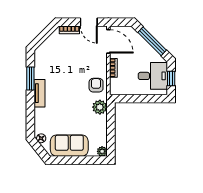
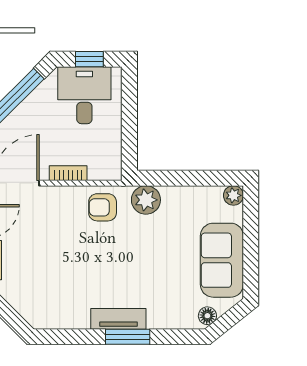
window: (30, 79) -> (128, 337), moved

